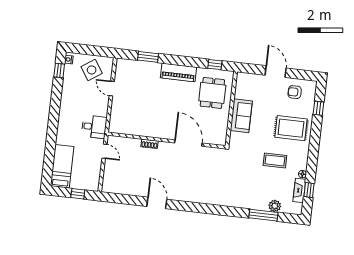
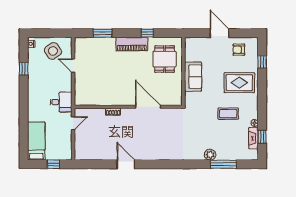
window: (215, 65) -> (147, 33), moved
window: (59, 70) -> (24, 69), moved
door: (104, 151) -> (73, 123), hinge flipped
plant: (275, 206) -> (210, 155), moved

